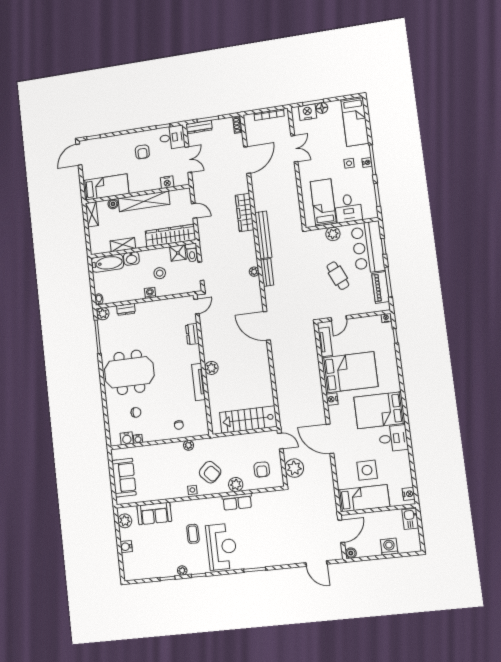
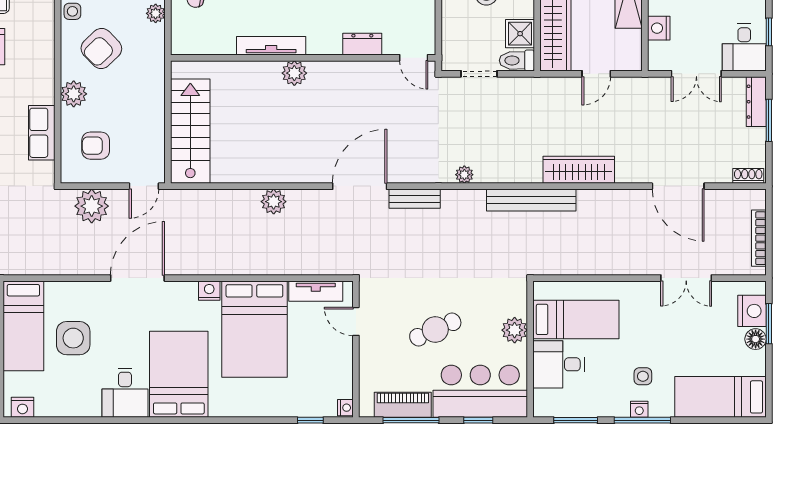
bench: (267, 273) -> (415, 199), moved
plant: (280, 370) -> (274, 202), added
row of seats: (237, 502) -> (42, 133), moved

